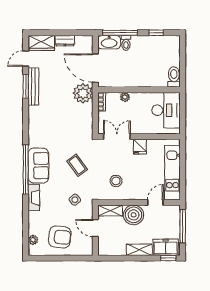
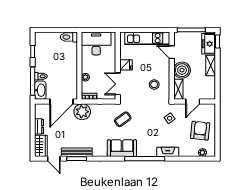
coffee table: (77, 165) -> (123, 119), moved
sofa: (38, 166) -> (122, 148), moved

